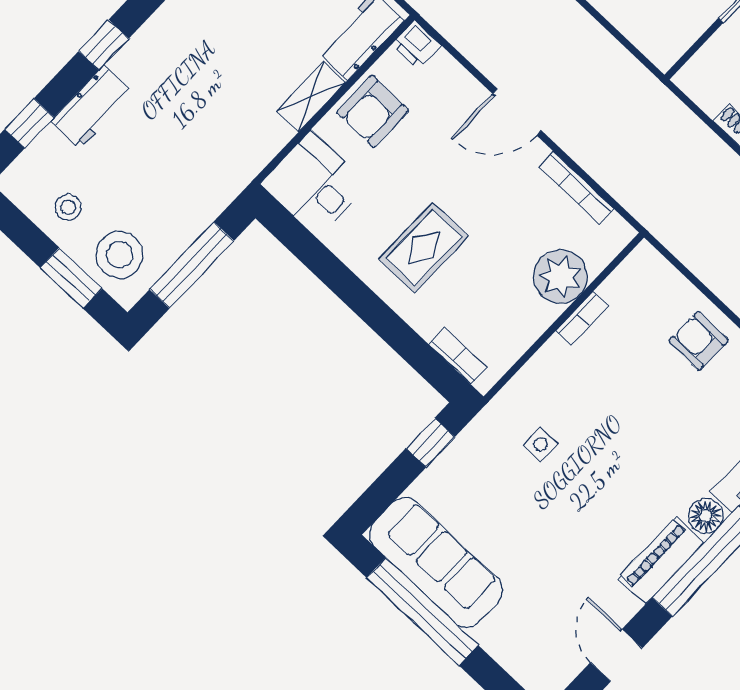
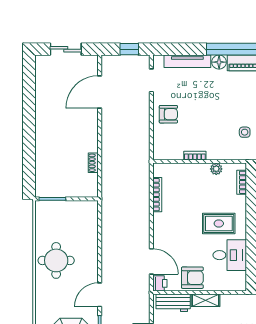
door: (517, 112) -> (151, 261), moved
desk: (314, 184) -> (230, 255), moved, turned -90
plant: (560, 277) -> (216, 169), moved, width x0.53, depth x0.53
armchair: (699, 341) -> (168, 114), turned -91

